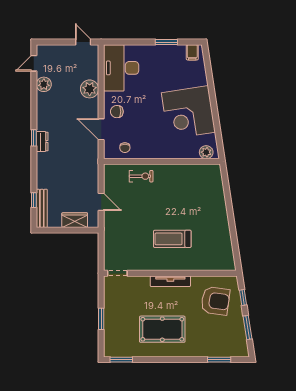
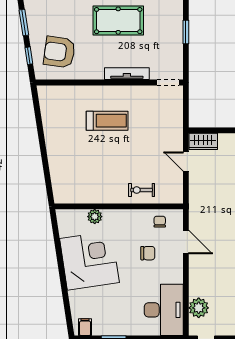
plant: (90, 89) -> (199, 308), moved
chair: (117, 112) -> (148, 253), moved
plant: (206, 152) -> (95, 217), moved
wardrobe: (75, 220) -> (203, 141), moved
tv unit: (170, 281) -> (127, 74), moved

